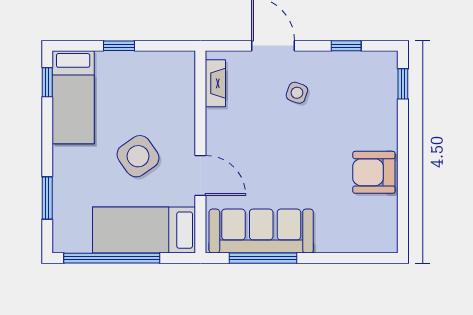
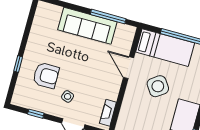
window: (403, 84) -> (18, 64), moved
armchair: (374, 172) -> (46, 75), moved
sofa: (261, 231) -> (87, 26), moved

